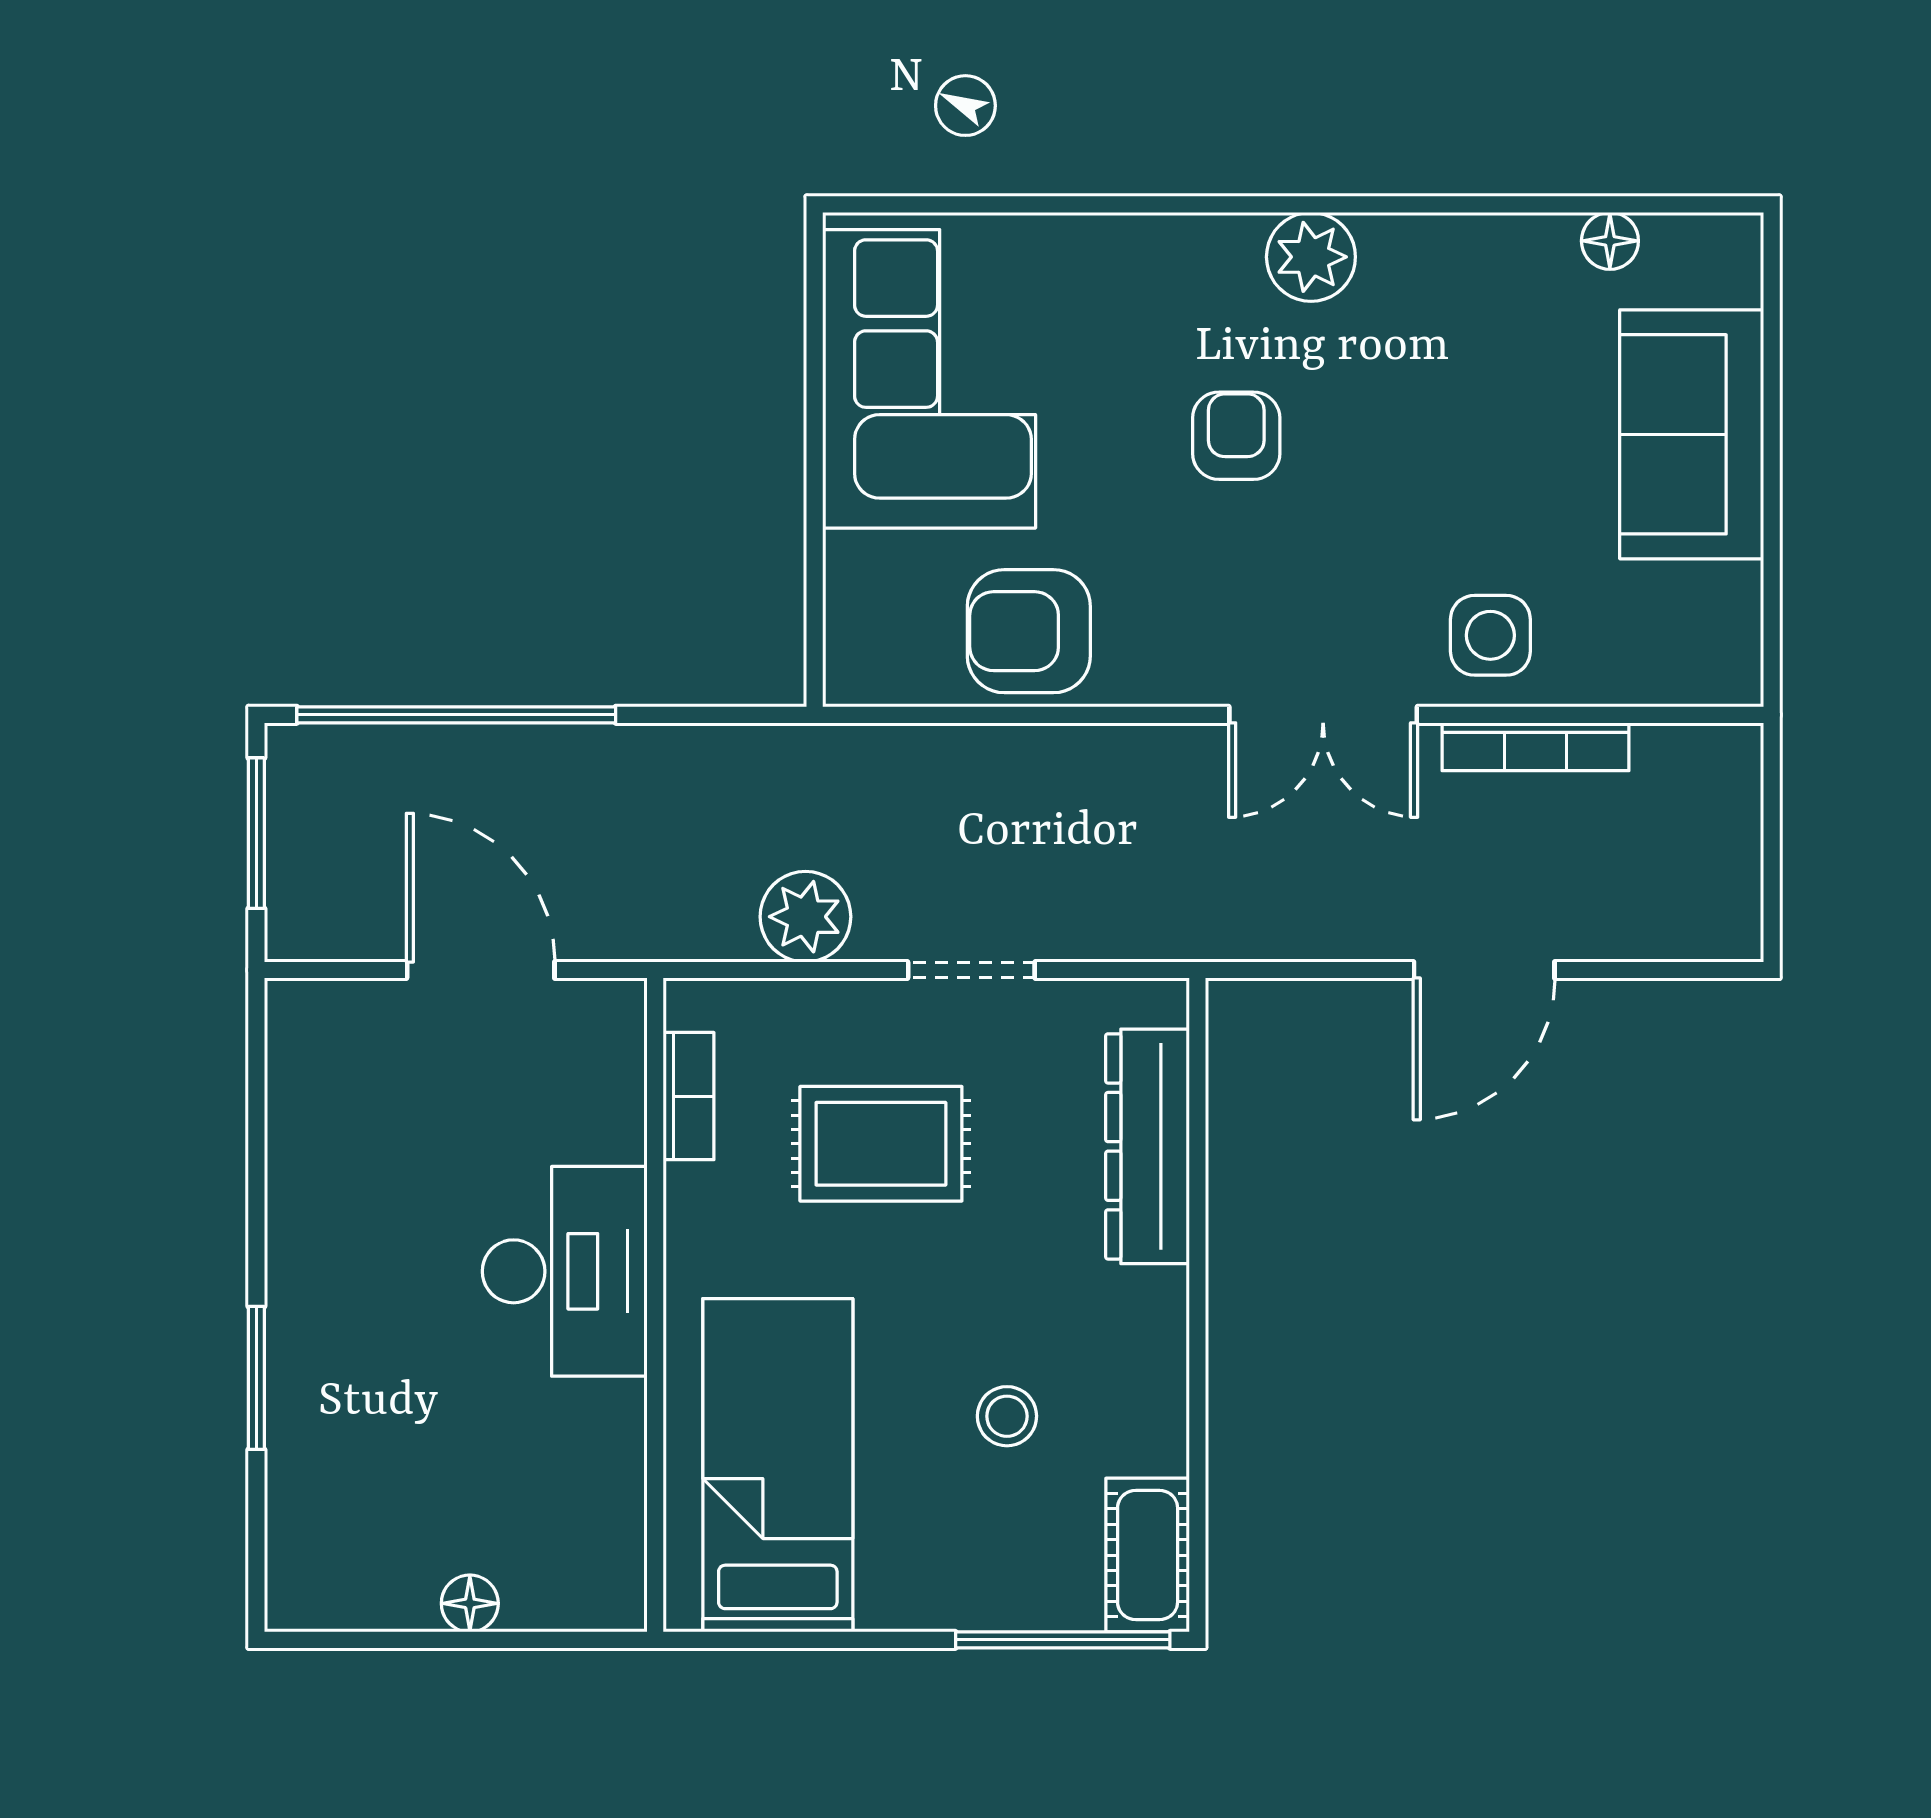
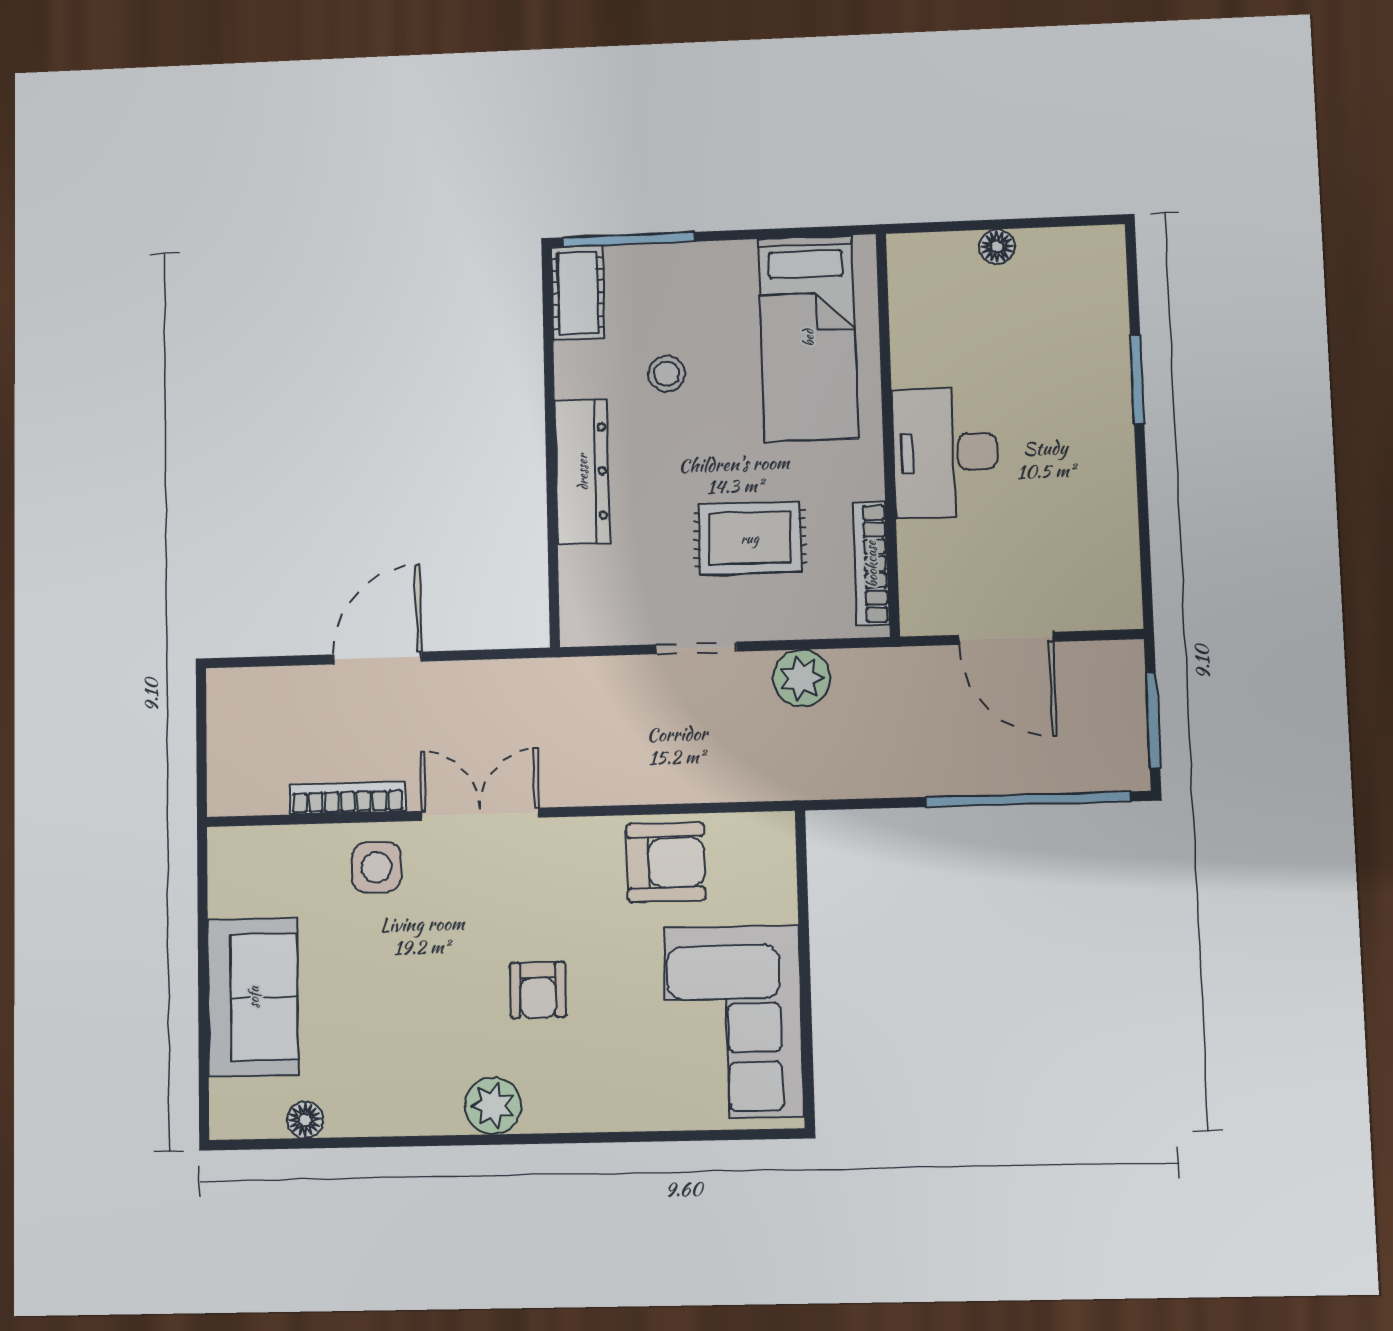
bookcase: (689, 1096) -> (871, 564), width x1.56
dresser: (1148, 1146) -> (582, 472), moved

